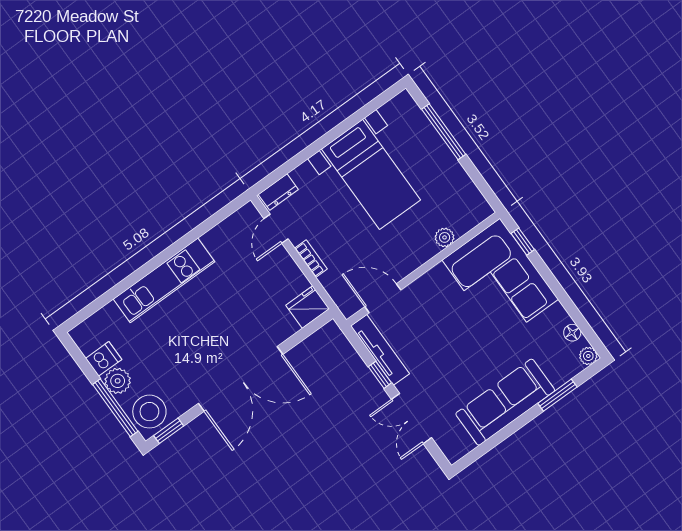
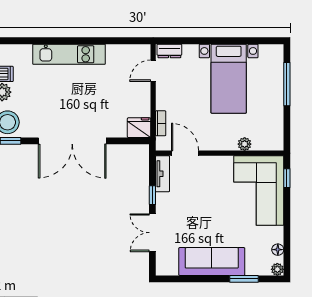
bookcase: (311, 259) -> (161, 123), moved
tv unit: (380, 350) -> (162, 174), width x0.71

